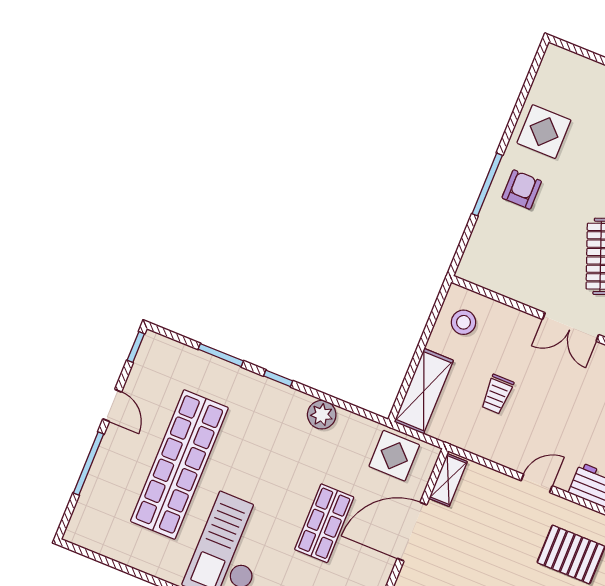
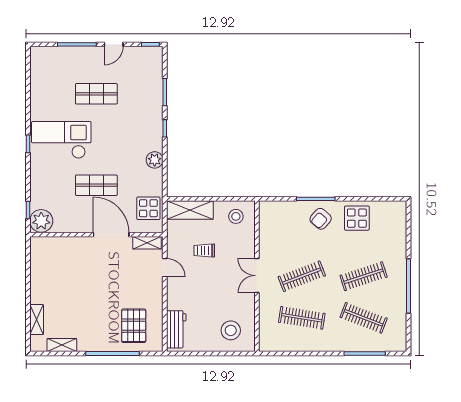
armchair: (522, 190) -> (321, 219), turned 131
shop shelf: (179, 464) -> (96, 94), width x0.50, depth x0.74
door: (537, 483) -> (165, 268), moved

